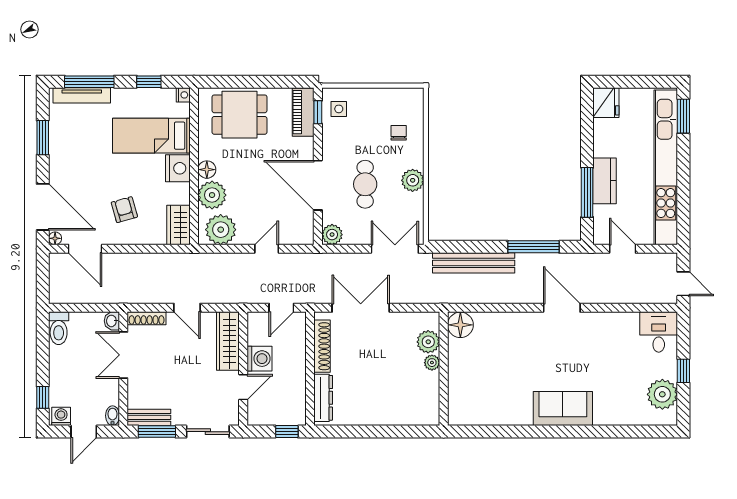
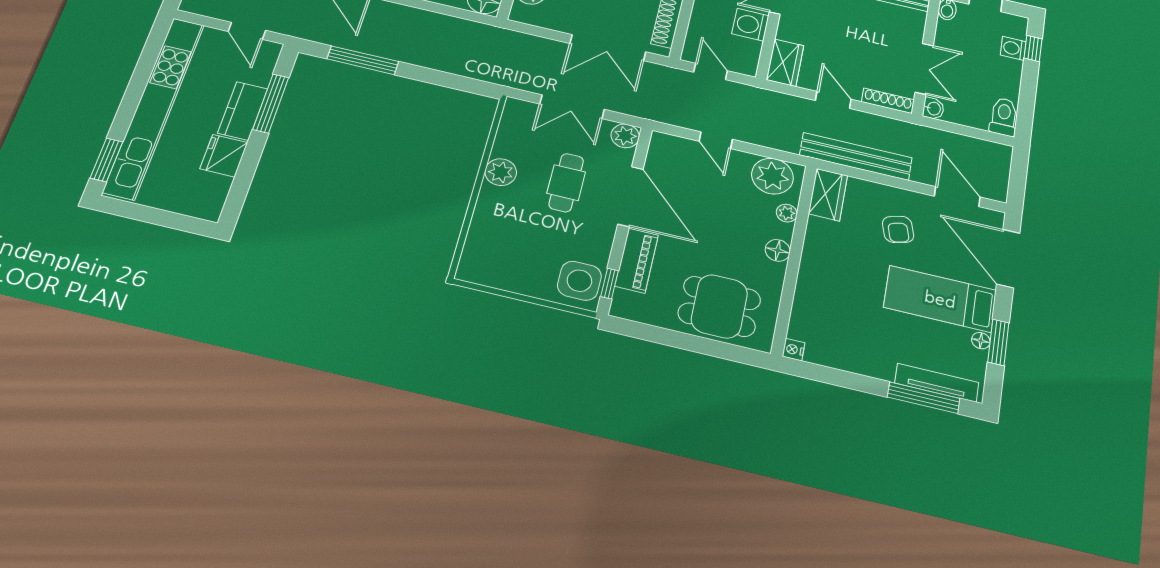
window: (149, 82) -> (839, 378), removed
fridge: (606, 103) -> (224, 156), moved
side table: (339, 109) -> (579, 281), width x1.87, depth x1.87
piano: (303, 112) -> (637, 261), moved
chair: (399, 133) -> (504, 232), removed
bed: (151, 136) -> (940, 299), moved, turned 180
nightstand: (178, 168) -> (817, 261), removed
plant: (212, 195) -> (787, 213), width x0.53, depth x0.53
floor lamp: (55, 238) -> (981, 341), moved
door: (267, 249) -> (716, 140), hinge flipped
double door: (395, 249) -> (572, 107), moved
bench: (474, 263) -> (856, 156), moved
door: (281, 308) -> (711, 71), hinge flipped
wardrobe: (228, 341) -> (785, 63), width x0.67
washing machine: (61, 416) -> (1013, 48), moved, turned 90

